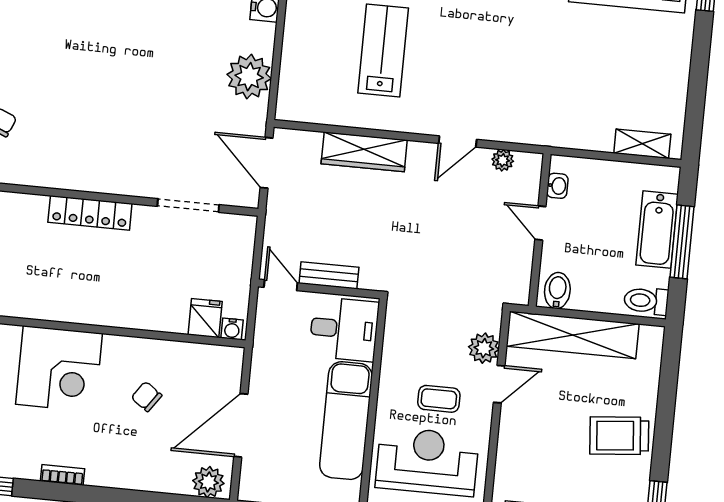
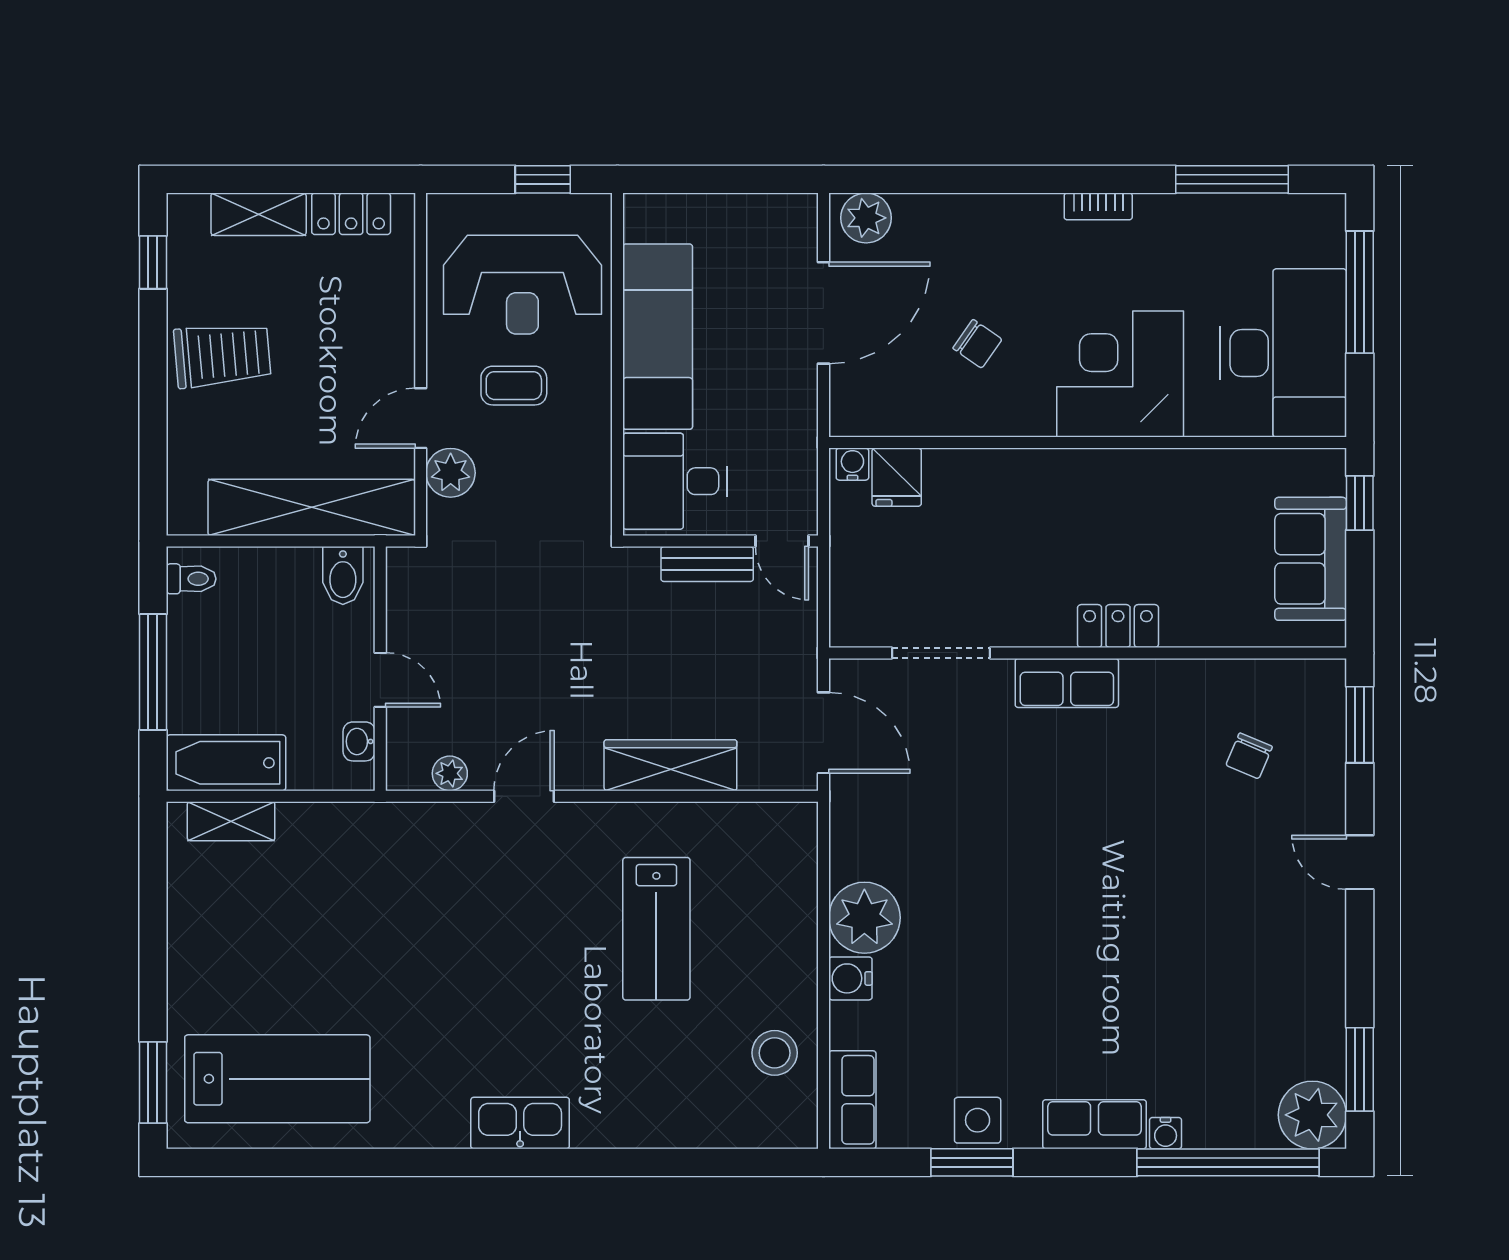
plant: (249, 77) -> (864, 918), moved
row of seats: (111, 179) -> (1067, 683), added
locker: (90, 213) -> (1118, 626), width x0.66
bathtub: (657, 230) -> (226, 763), moved, turned -90
toilet: (646, 301) -> (191, 579), width x0.73, depth x0.72

